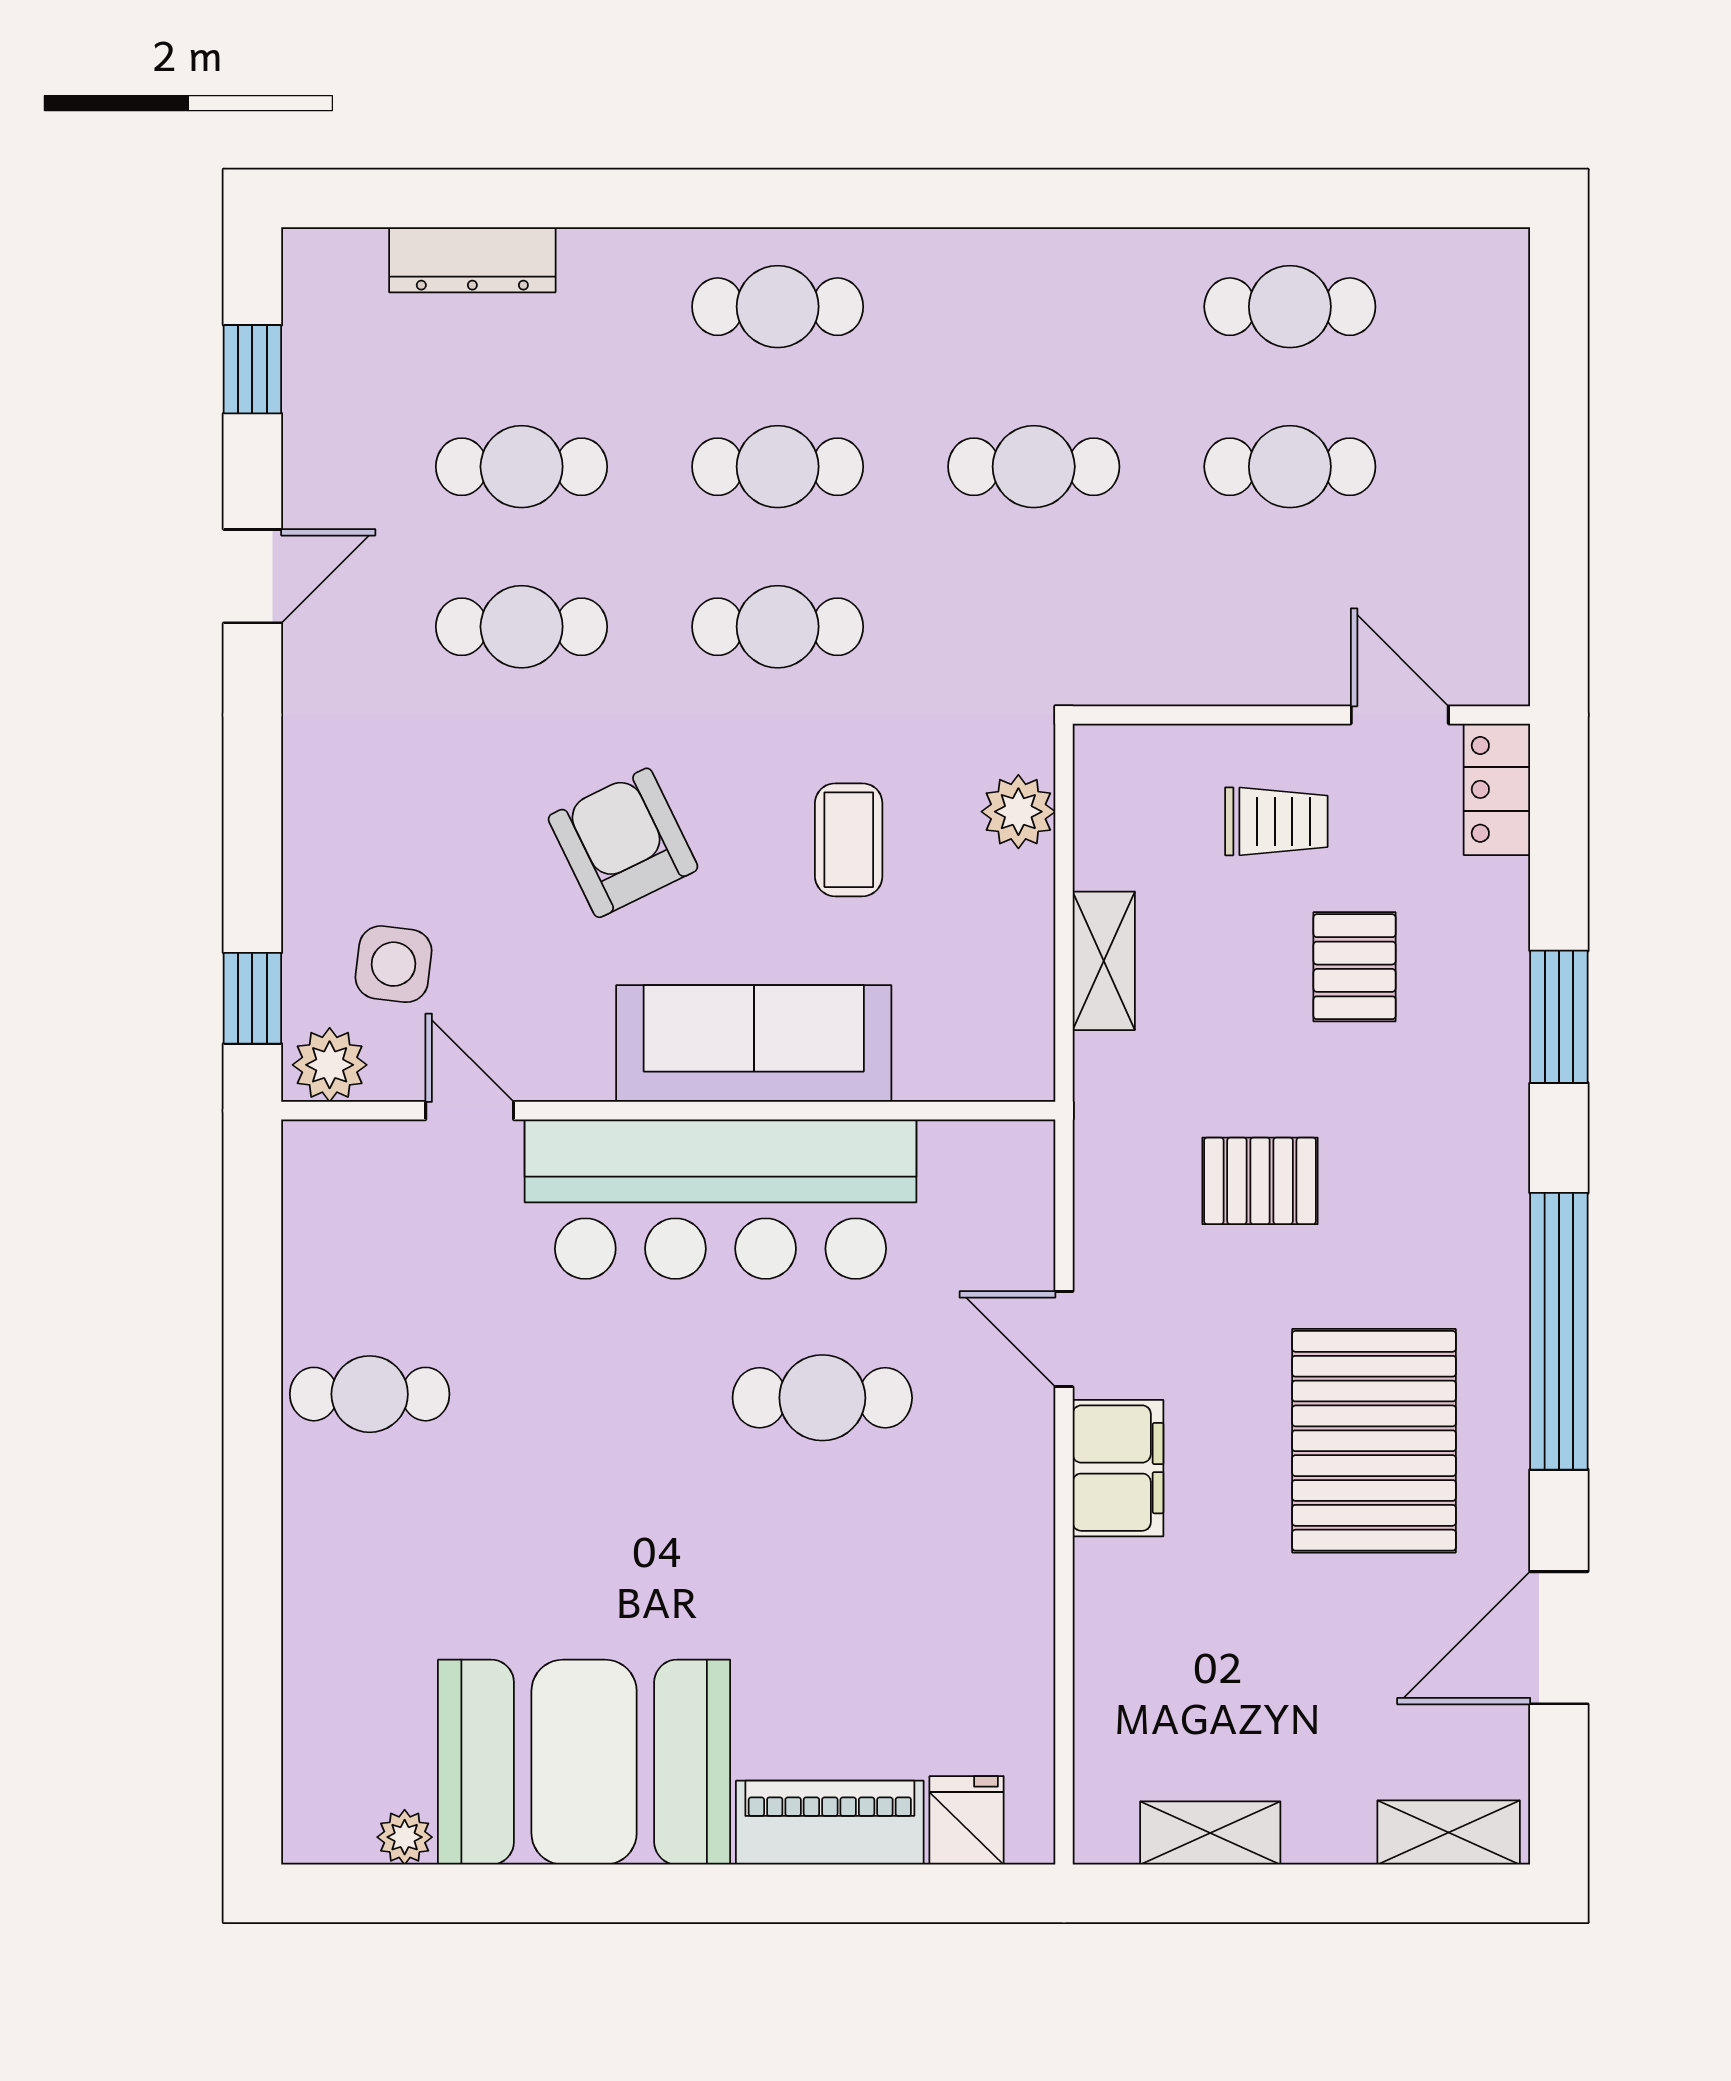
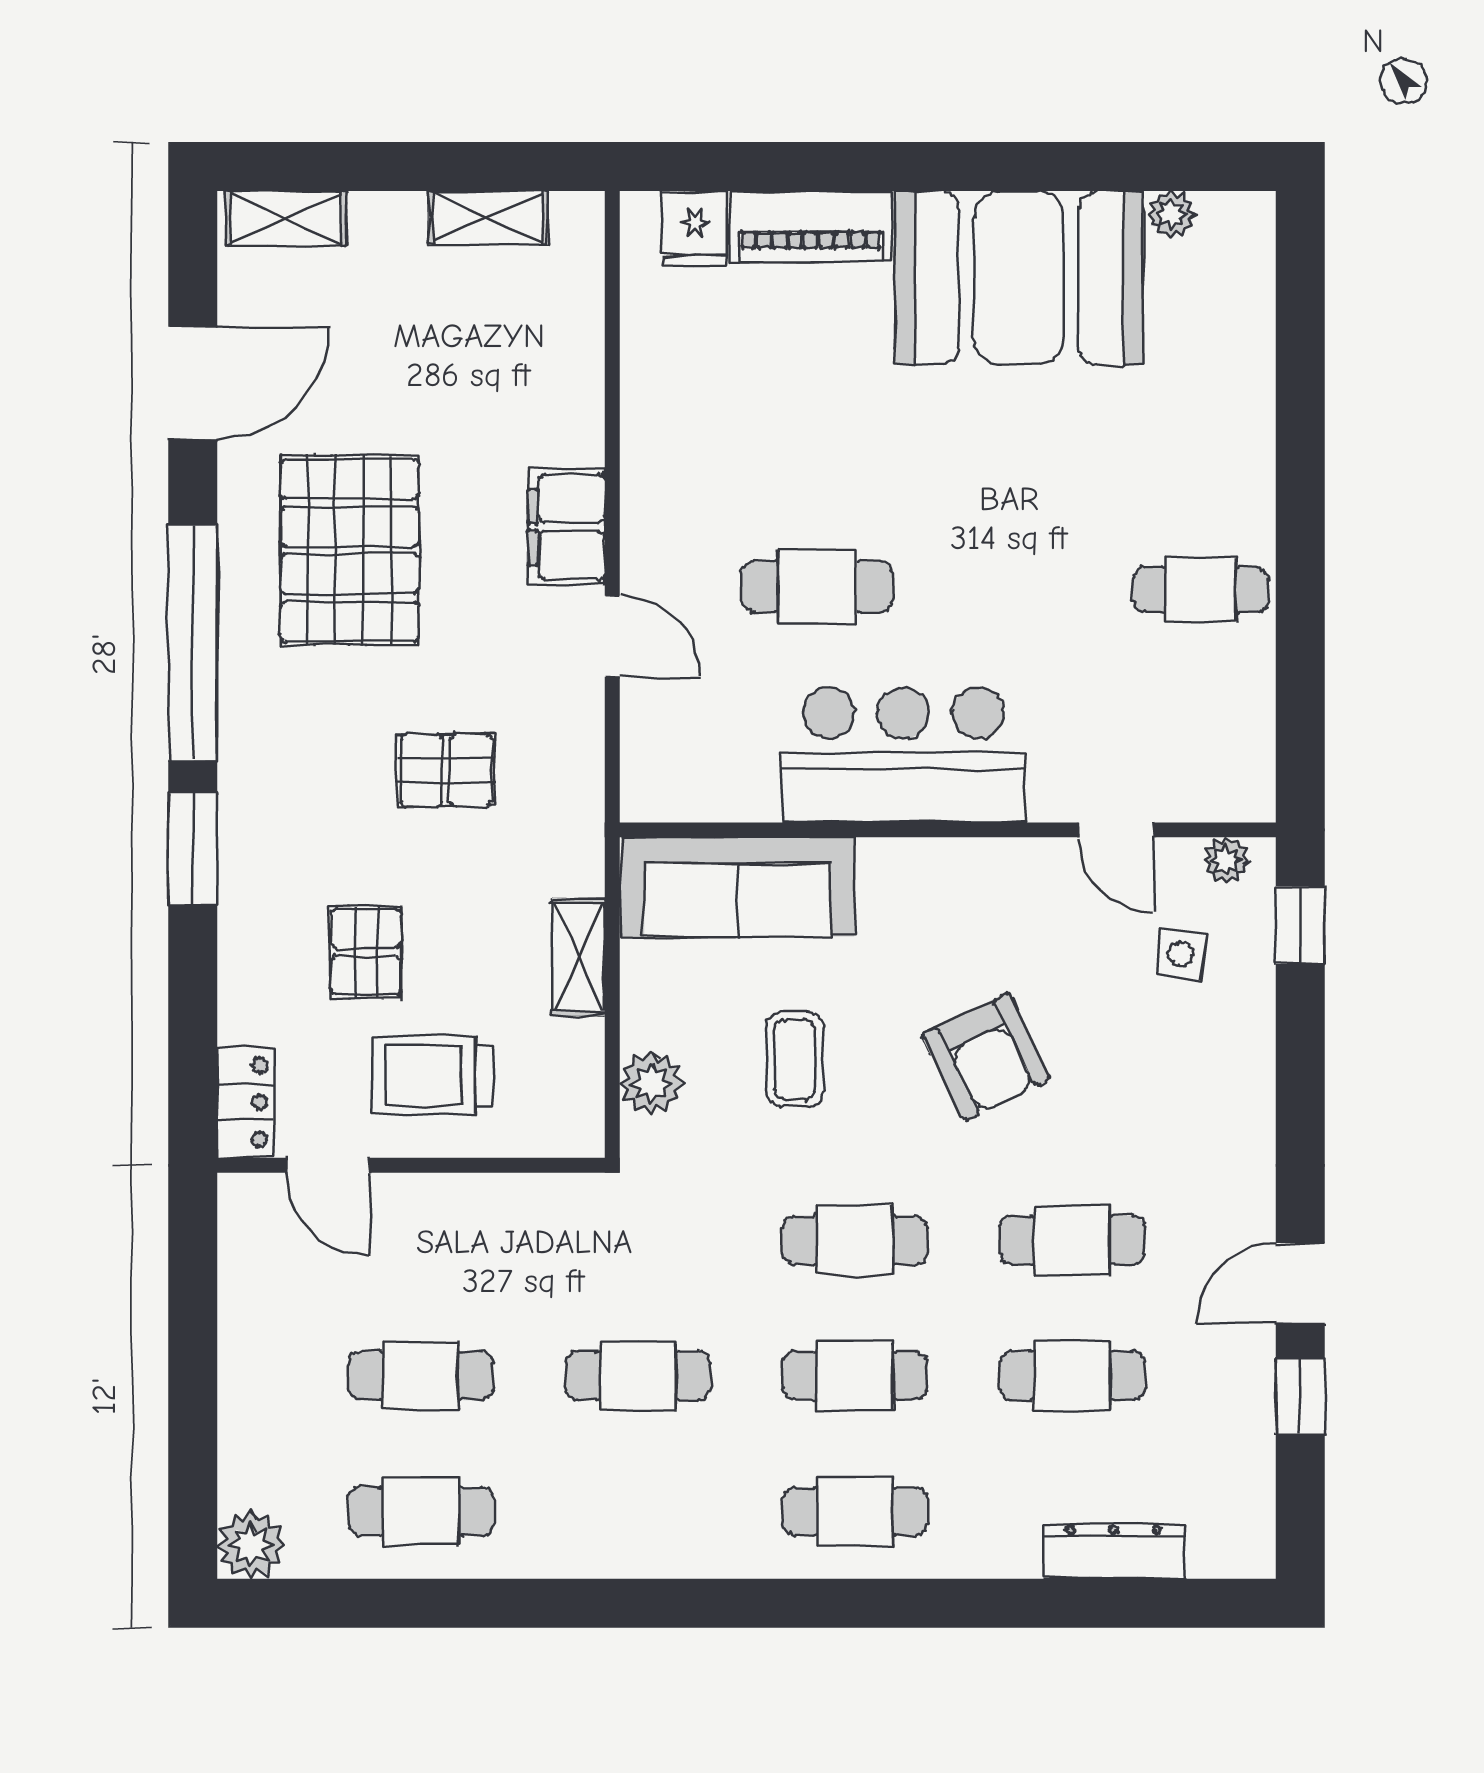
plant: (1490, 267) -> (251, 1545), added
window: (252, 369) -> (1300, 1396), moved
trolley: (1276, 821) -> (432, 1075), width x1.36, depth x1.39
side table: (394, 964) -> (1181, 954), width x0.73, depth x0.73
window: (1559, 1017) -> (193, 849), moved
sofa: (754, 1044) -> (738, 887), moved
plant: (330, 1065) -> (1226, 860), width x0.73, depth x0.73
bar counter: (721, 1199) -> (903, 755), width x0.73

